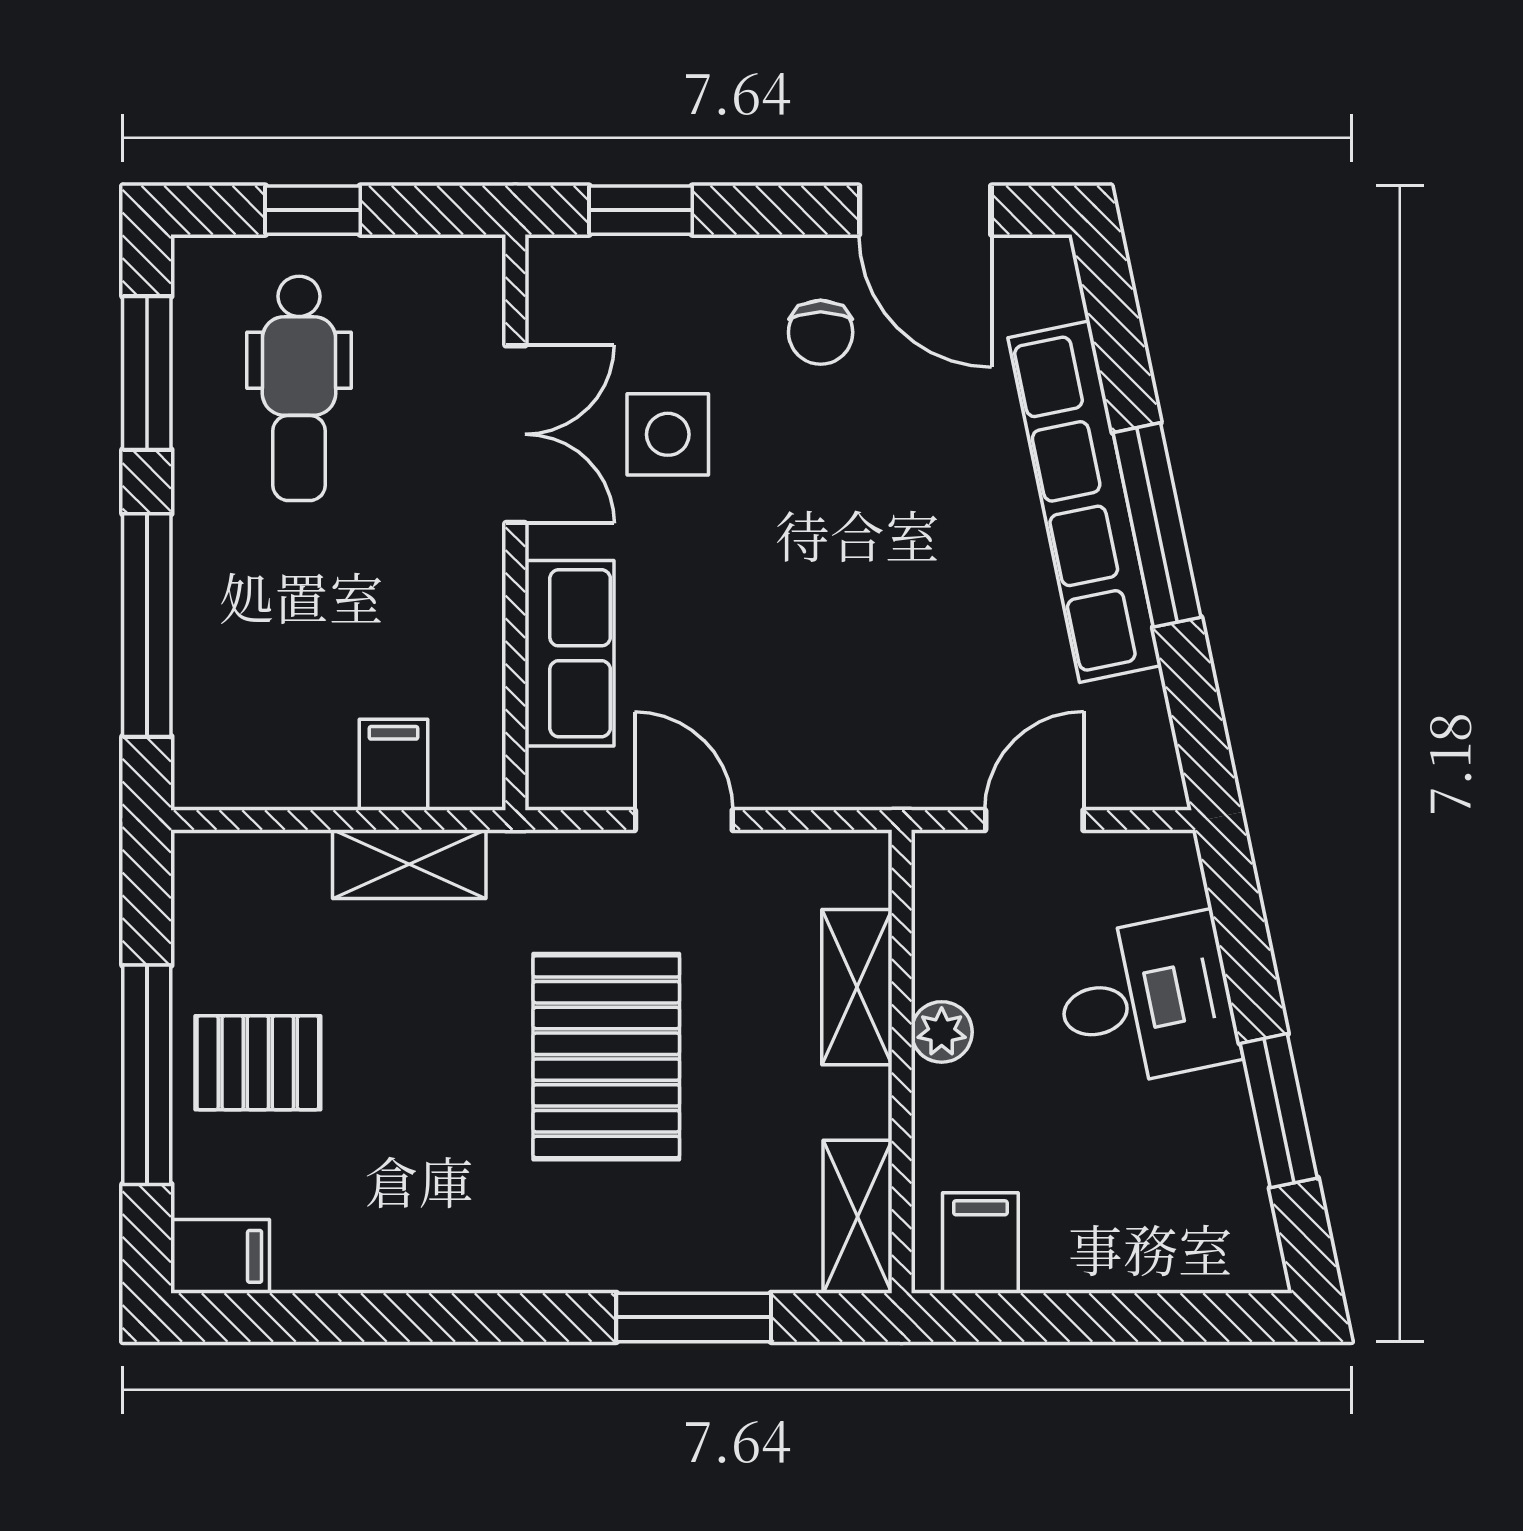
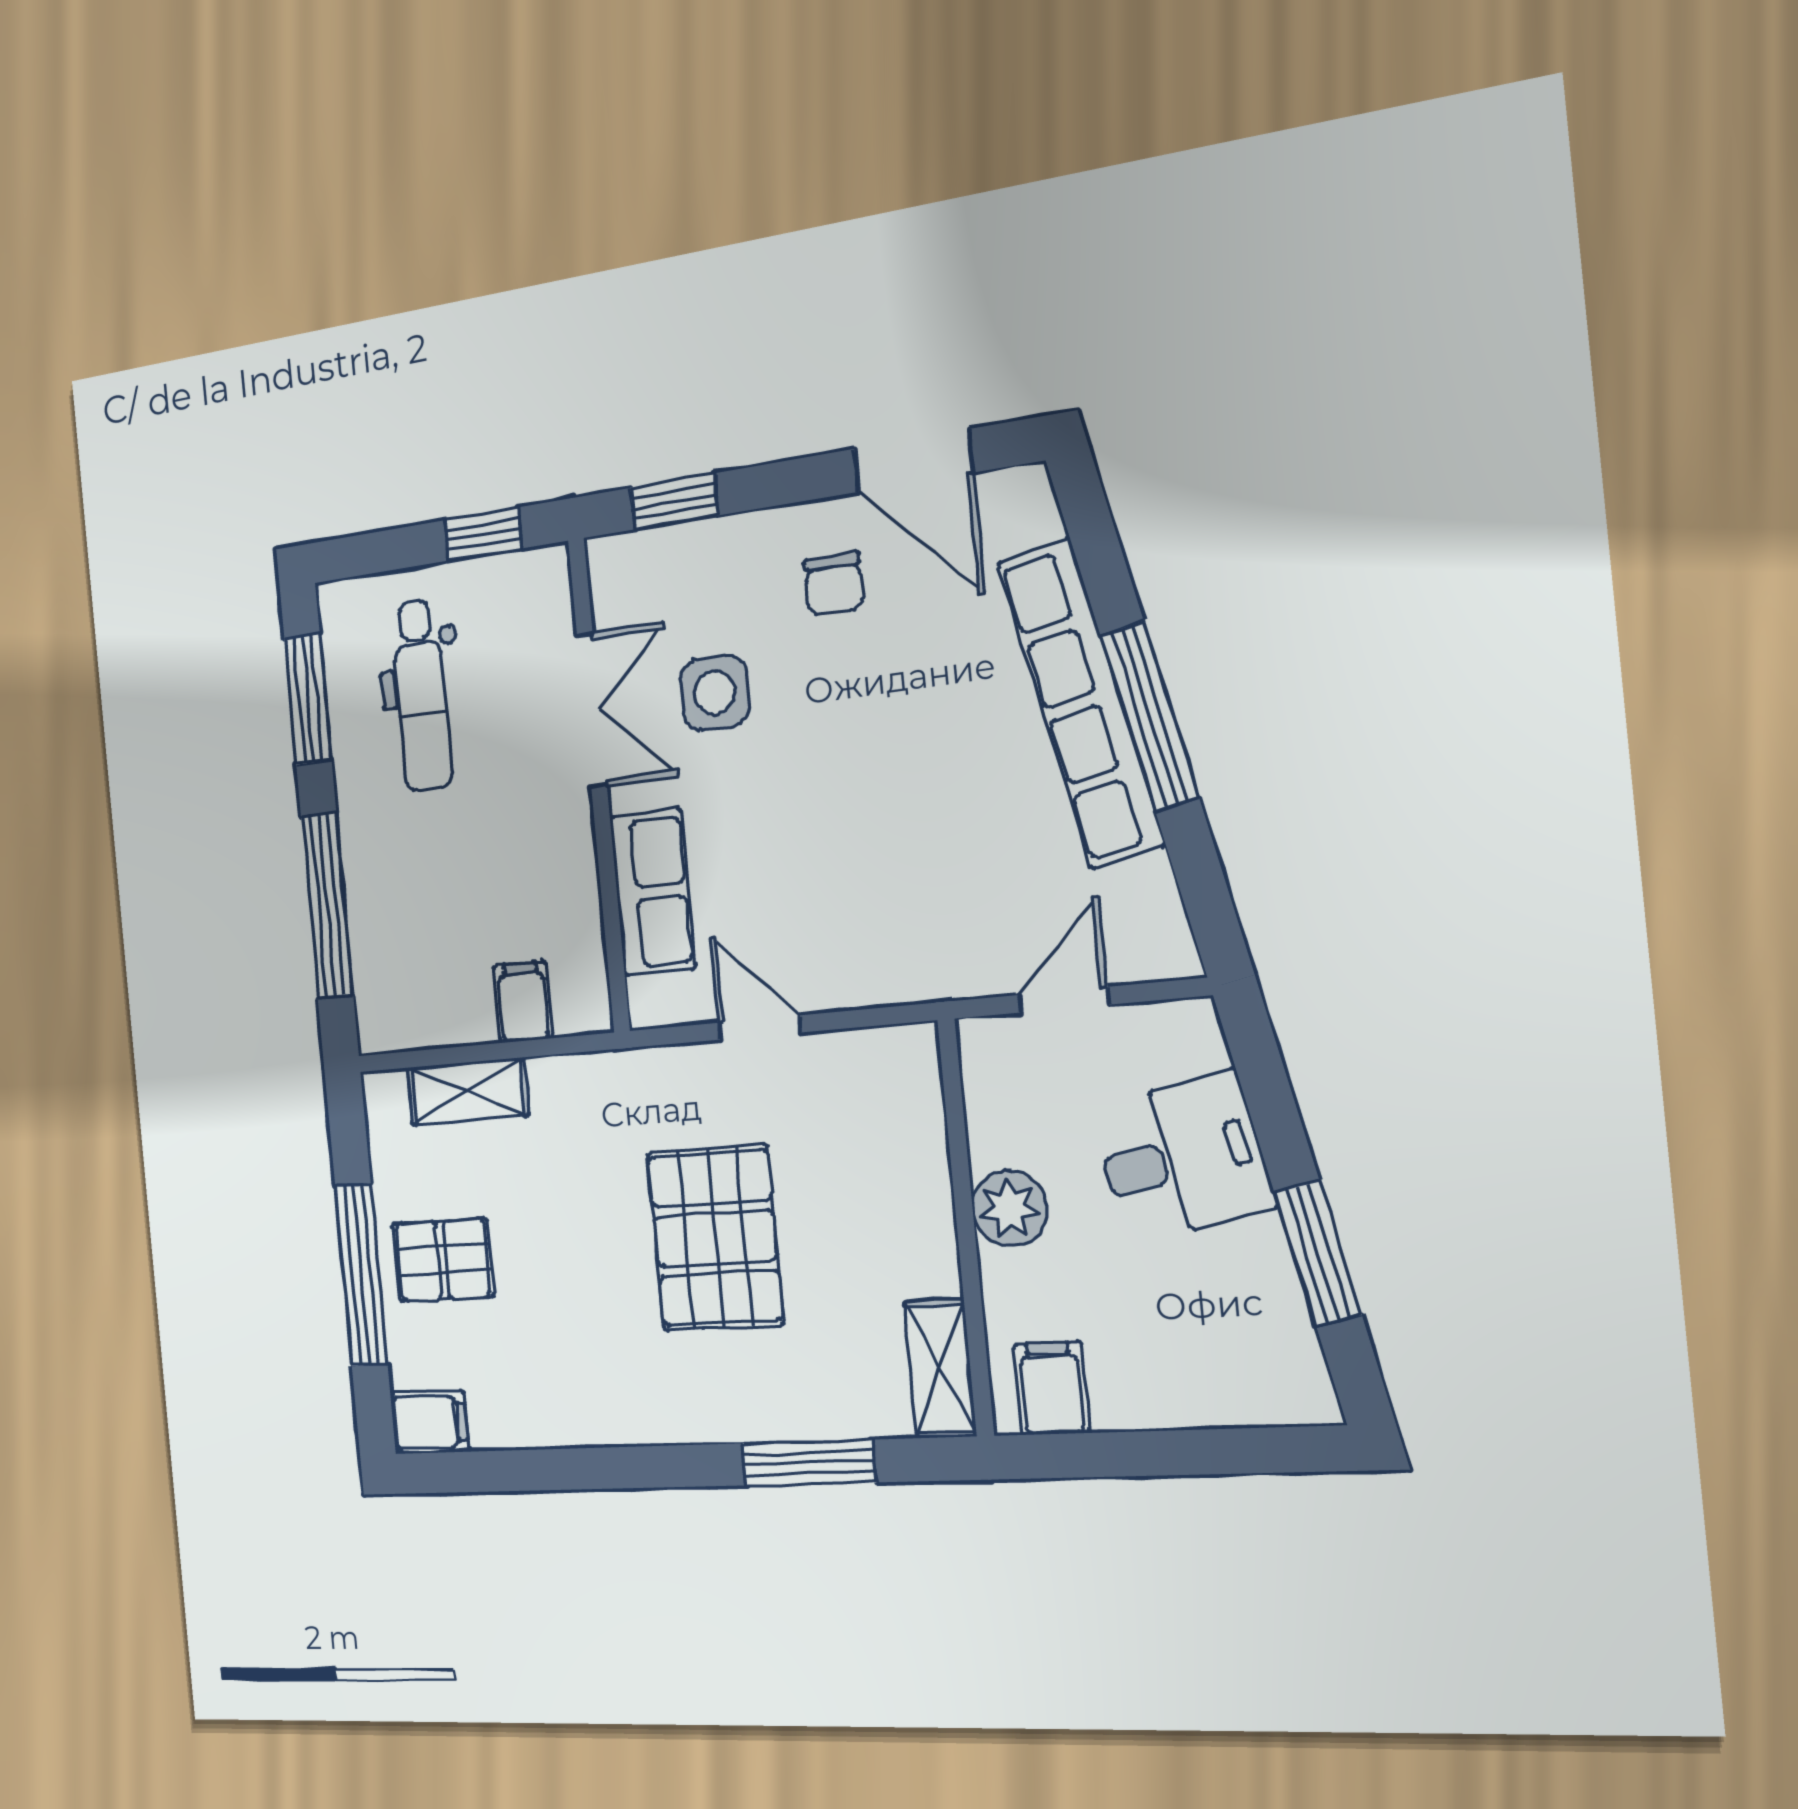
window: (313, 210) -> (483, 534), moved
shelving: (409, 864) -> (468, 1091), moved
shelving: (857, 987) -> (920, 1163), removed
plant: (942, 1032) -> (1010, 1208), width x1.38, depth x1.38

